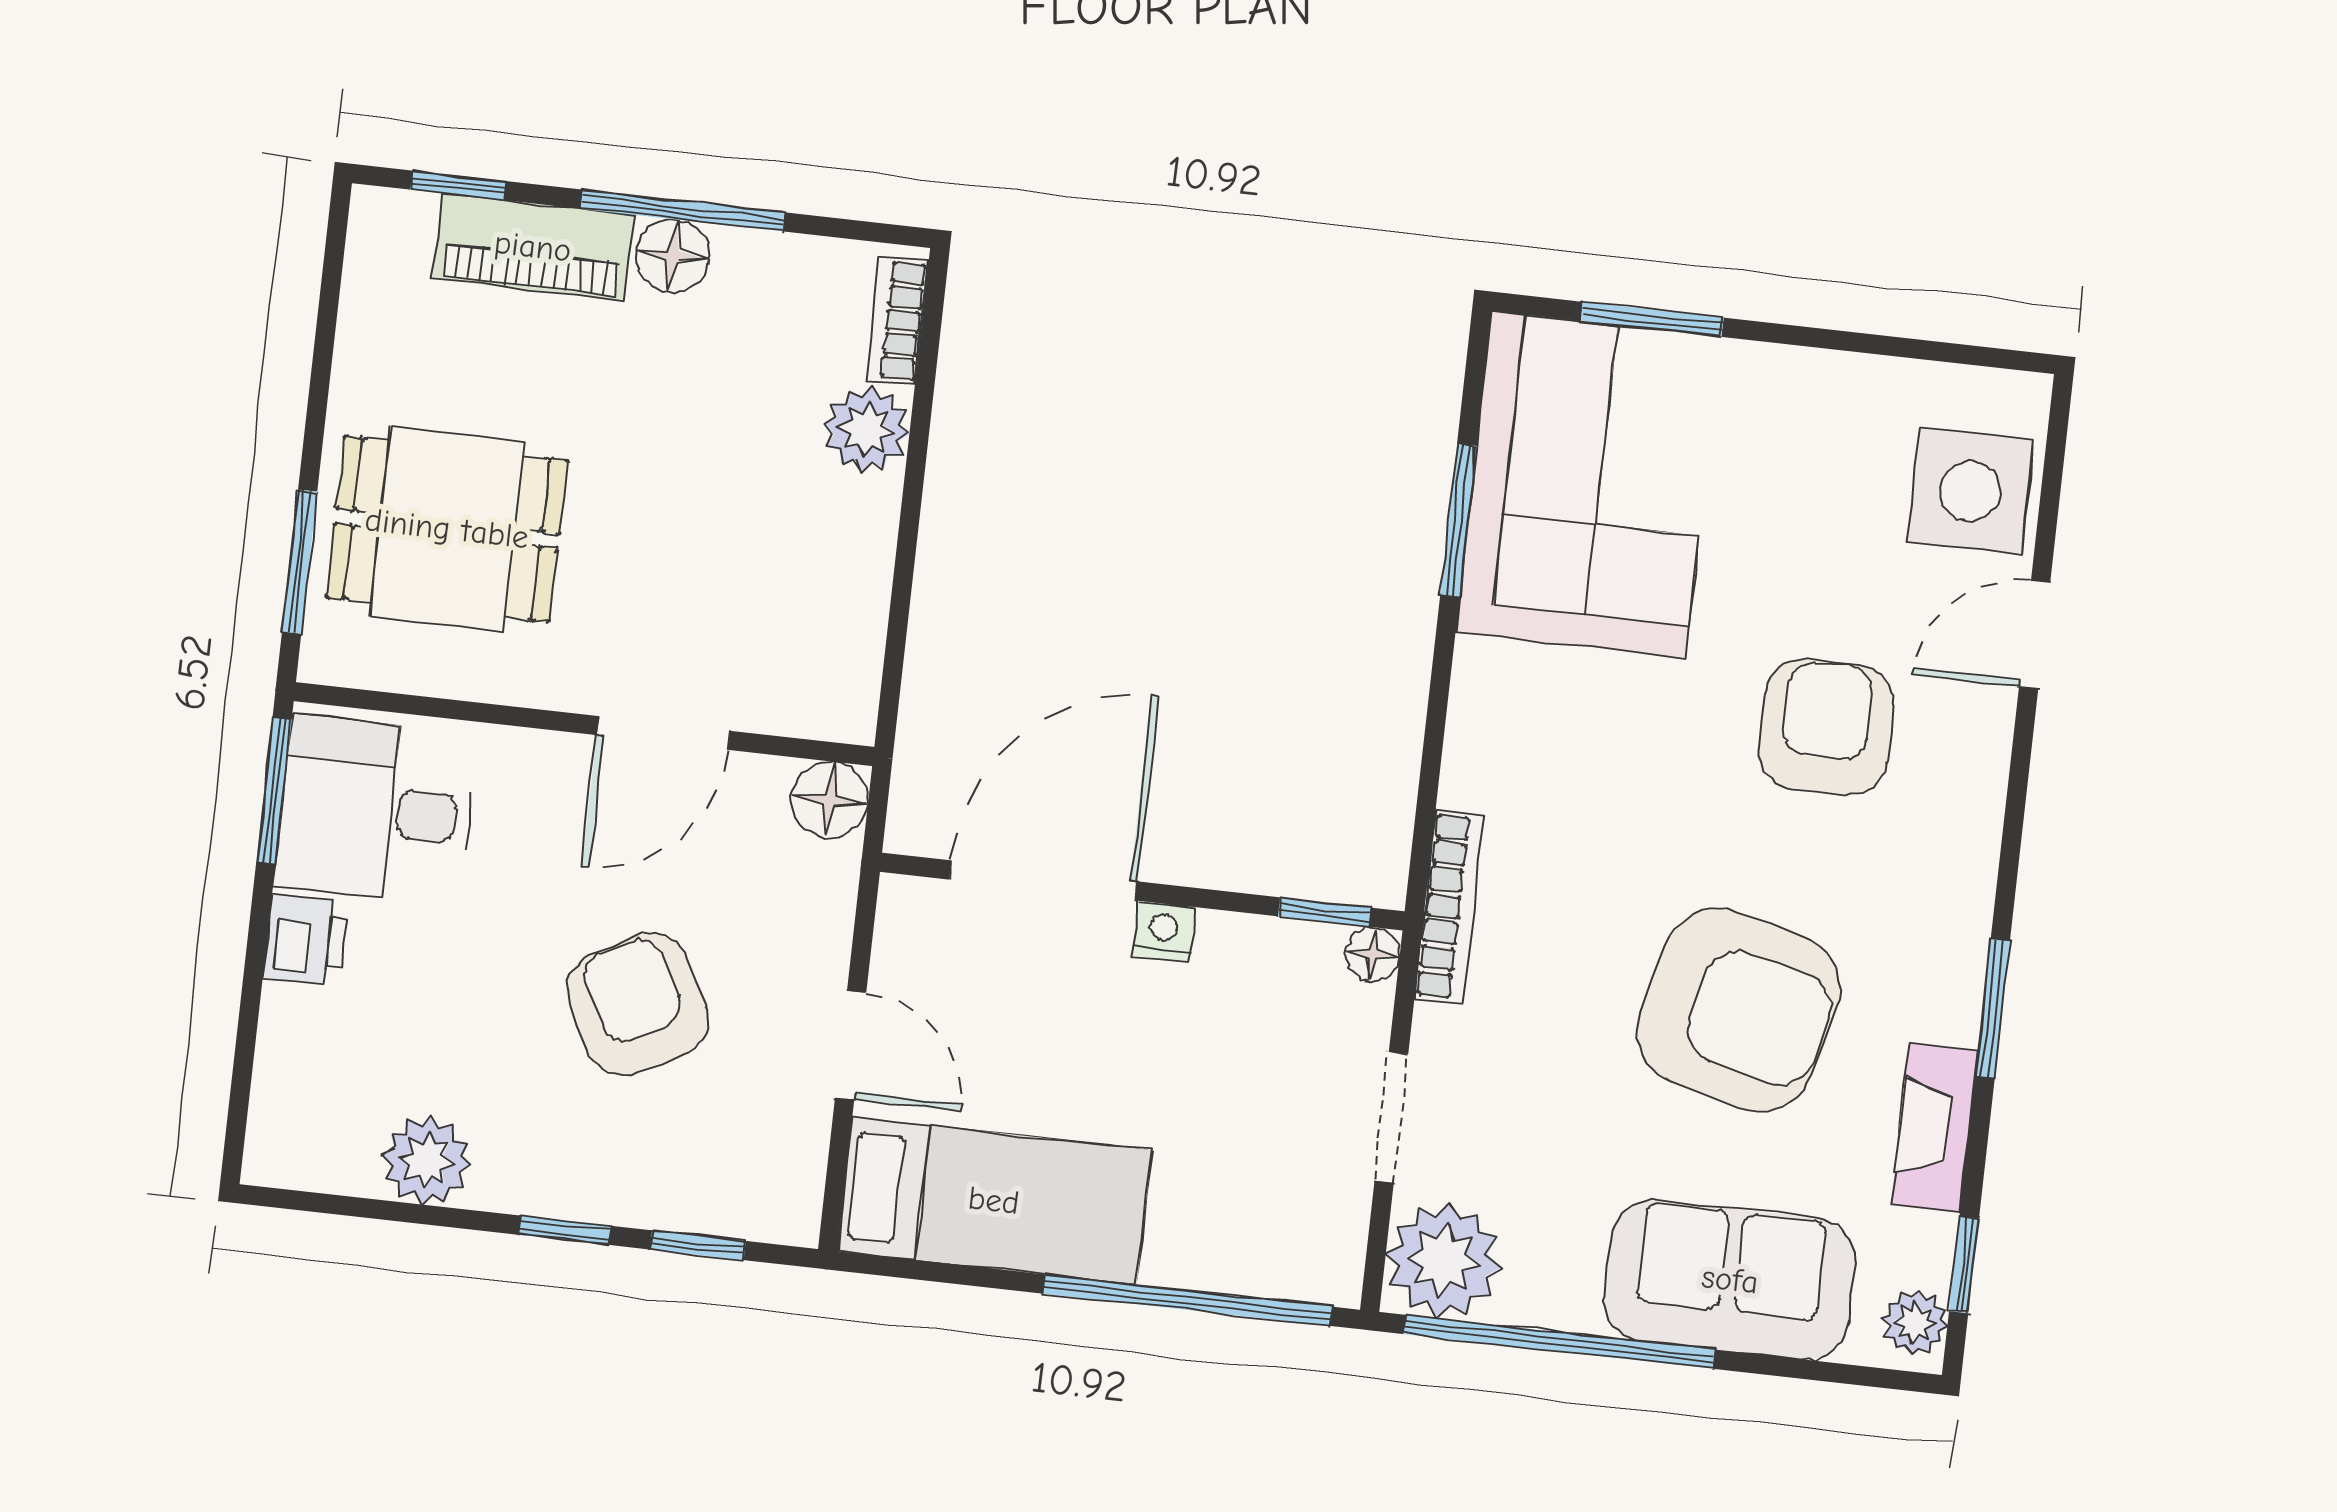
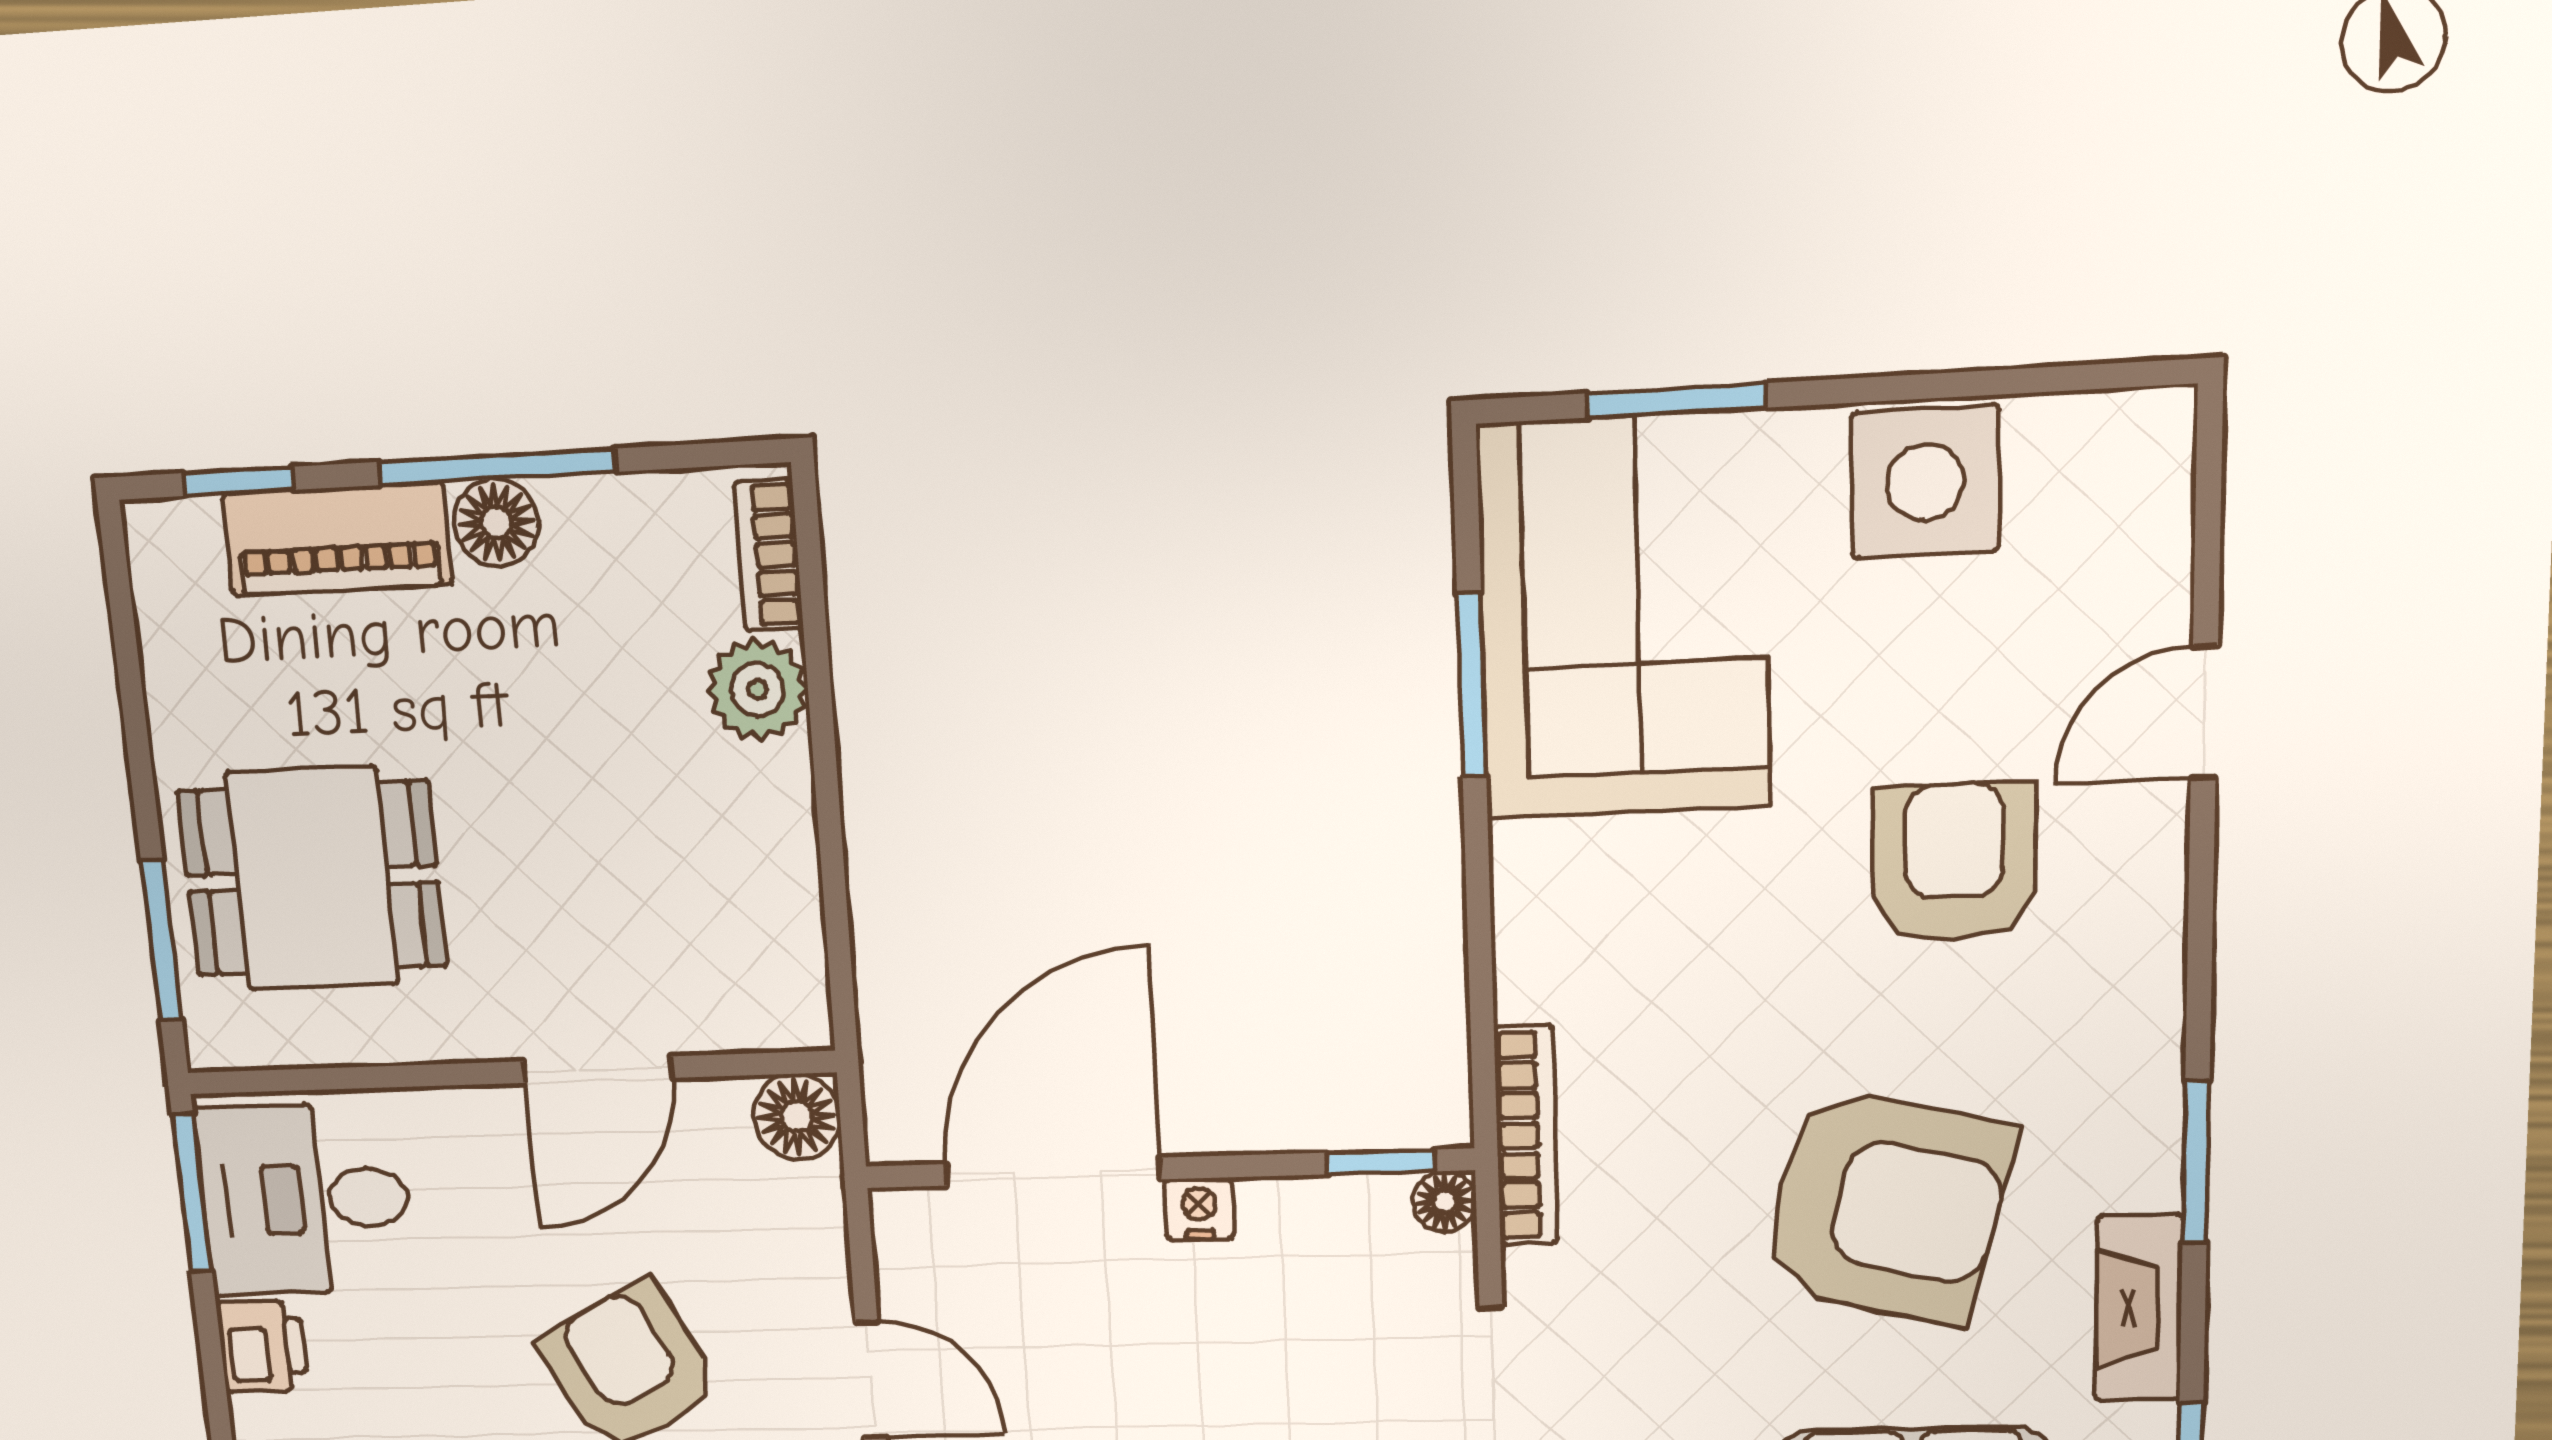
side table: (1970, 491) -> (1925, 482), moved

